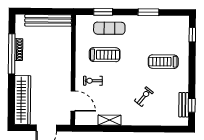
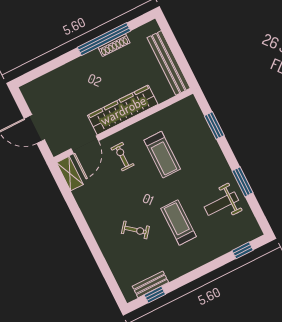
exercise mat: (109, 28) -> (198, 144), removed
weight bench: (155, 33) -> (221, 204), added
treadmill: (163, 62) -> (179, 223), moved
wardrobe: (23, 100) -> (123, 110), moved, turned 180
shelving: (110, 120) -> (70, 174), moved

